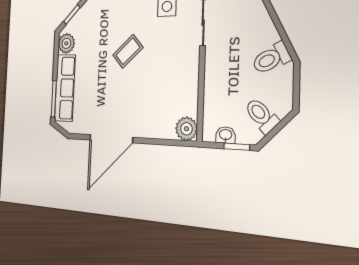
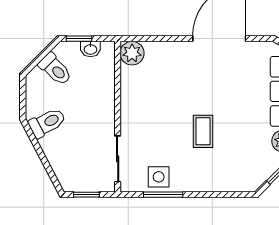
coffee table: (128, 51) -> (203, 131), turned -48

